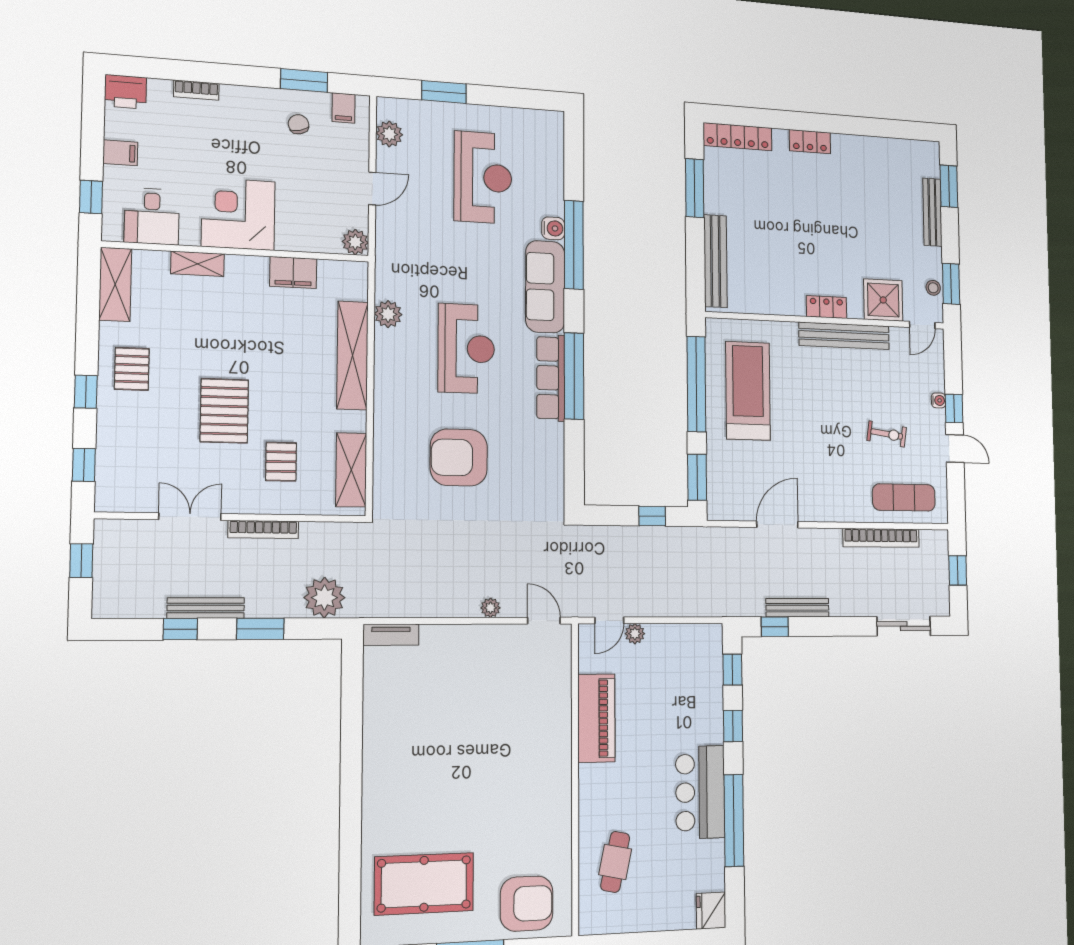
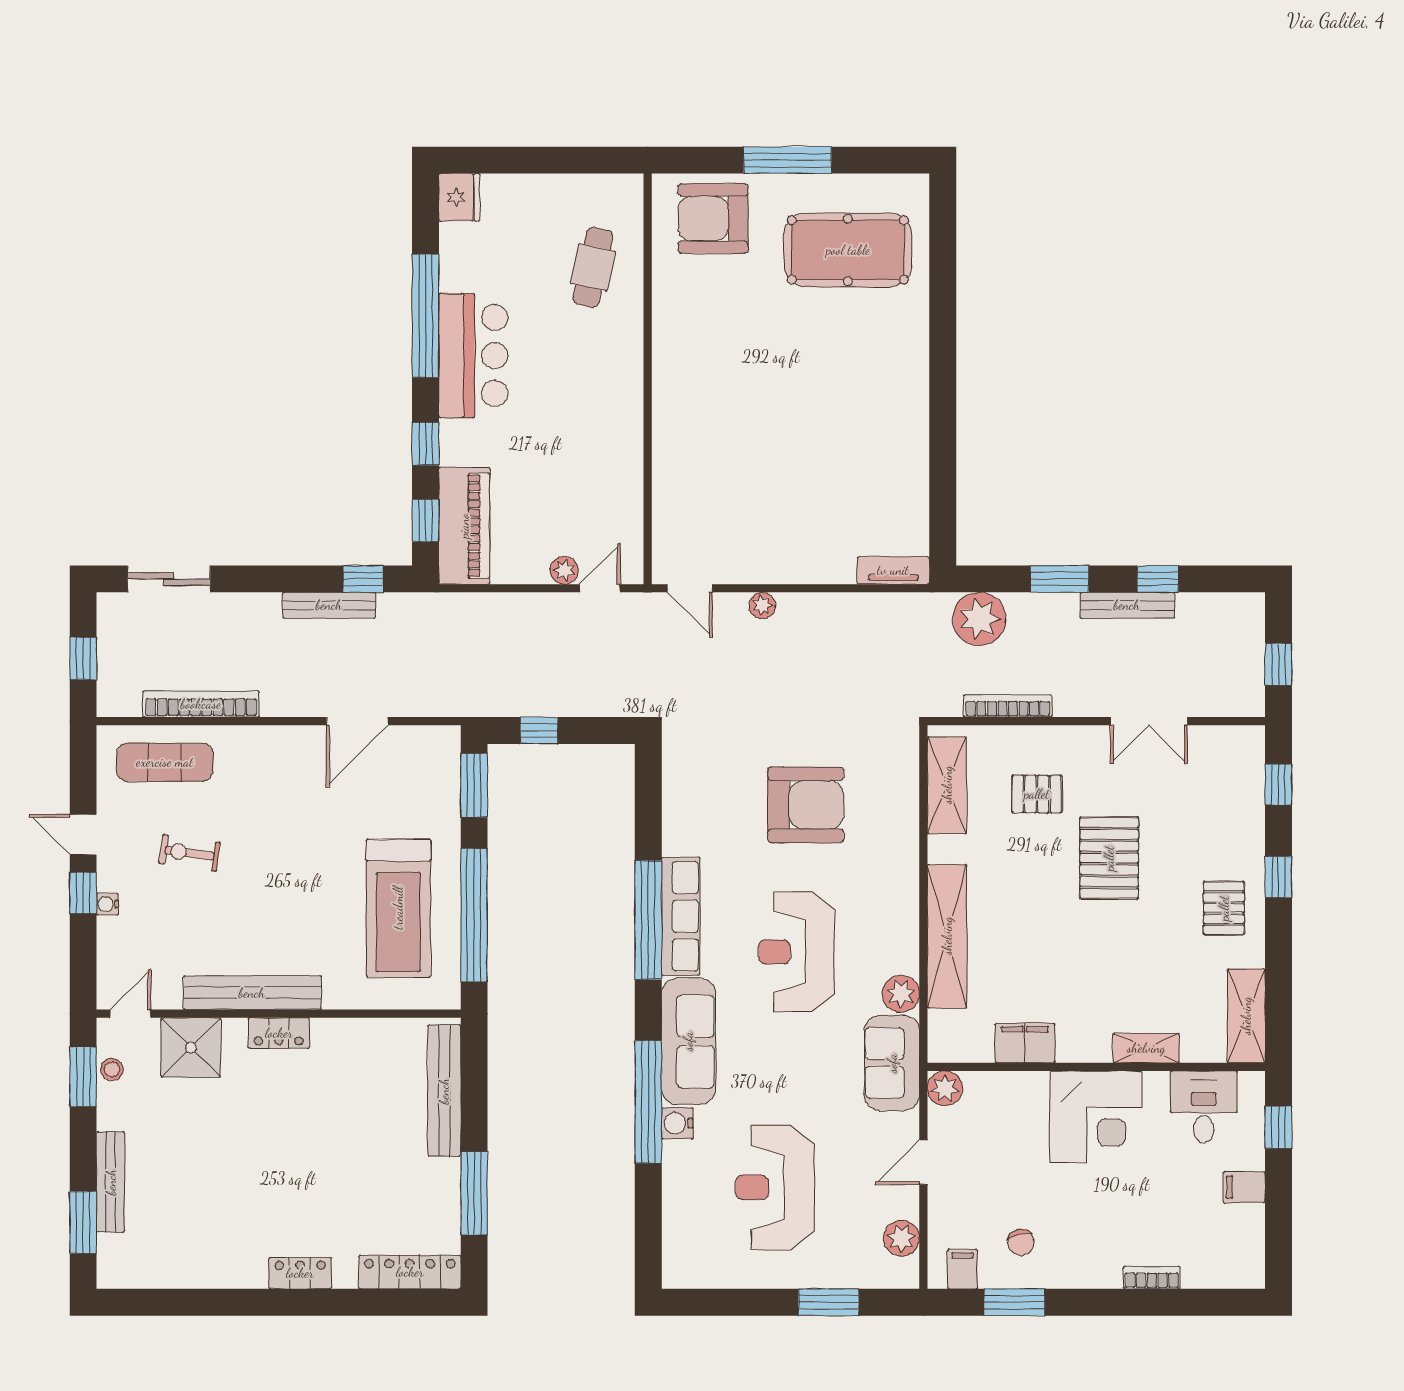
printer: (125, 92) -> (1240, 1268), removed
sofa: (395, 263) -> (892, 1063), added
pallet: (281, 462) -> (1037, 794), turned 90
bookcase: (263, 529) -> (1008, 706), moved
piano: (596, 718) -> (464, 526), moved, turned 180

